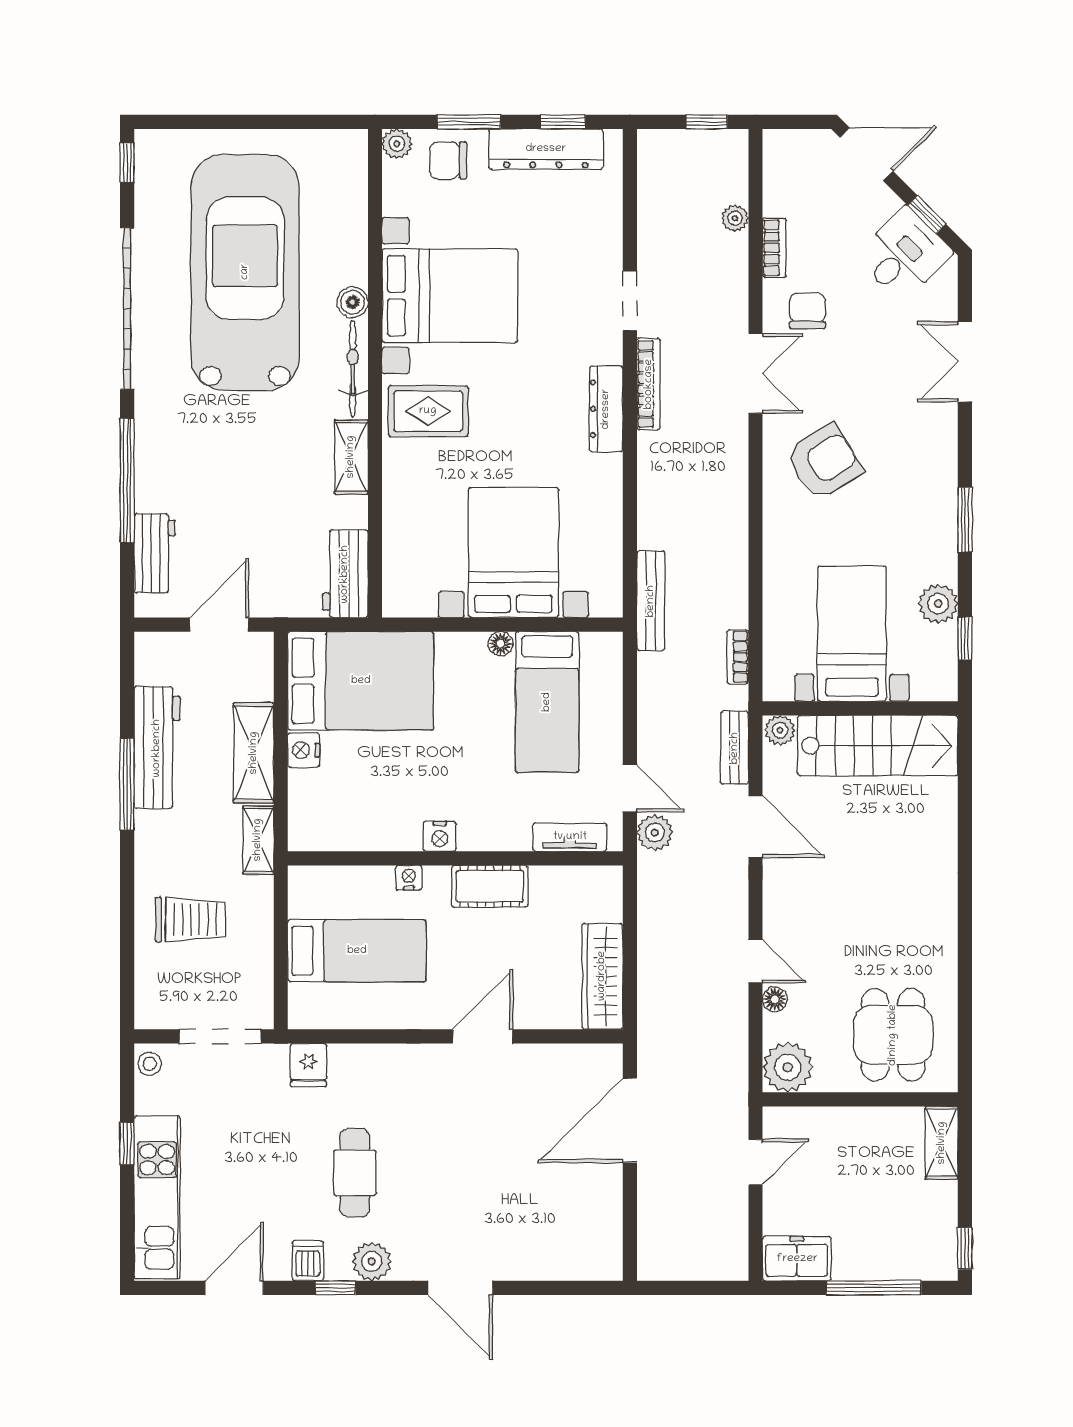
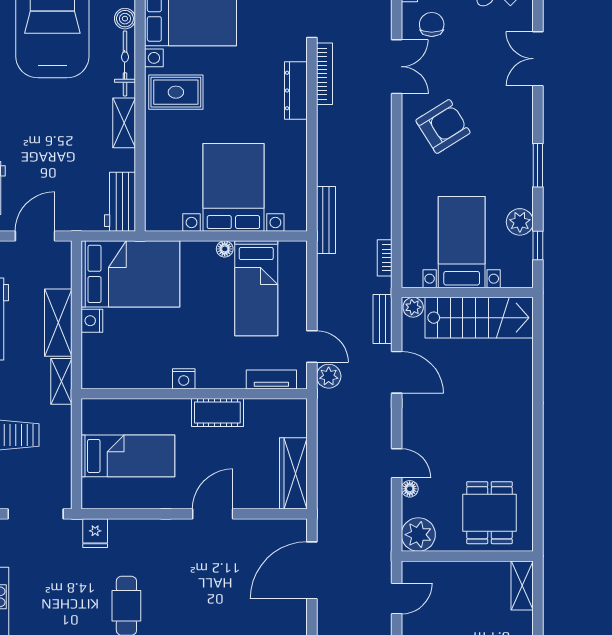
nightstand: (409, 878) -> (163, 407), removed

